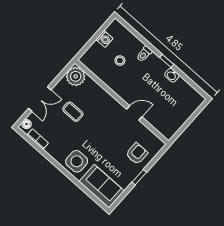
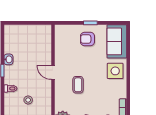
coffee table: (73, 112) -> (78, 85), moved
door: (134, 113) -> (53, 72), moved
armchair: (137, 154) -> (87, 39), moved

